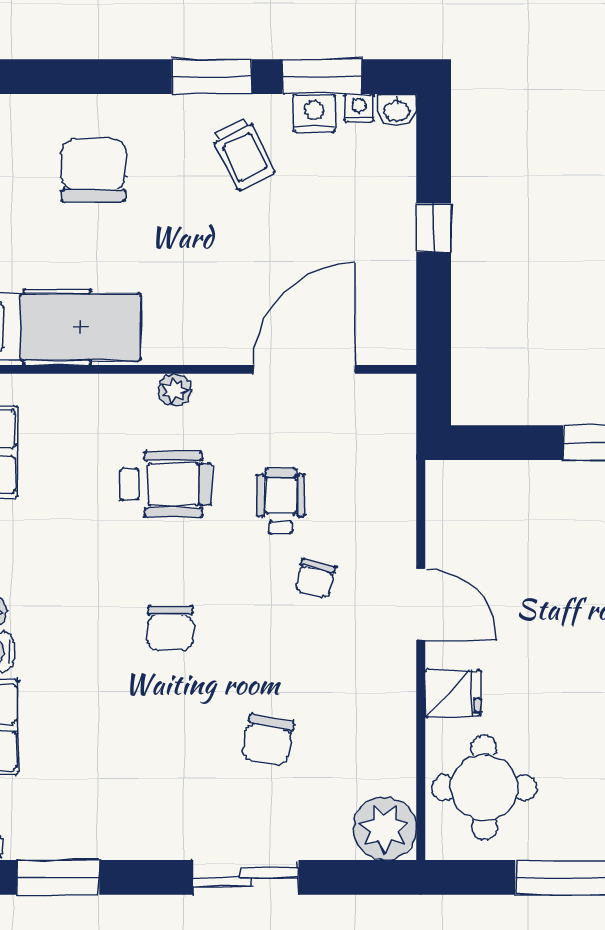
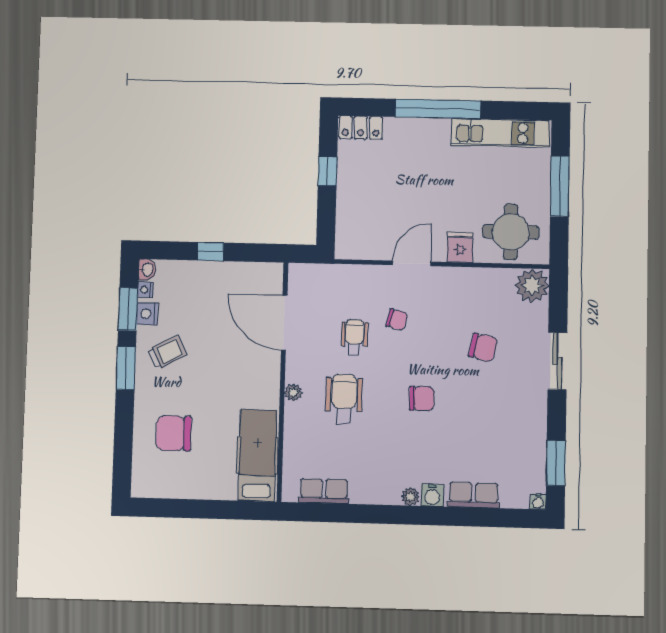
wheelchair: (281, 501) -> (354, 337), turned 90

